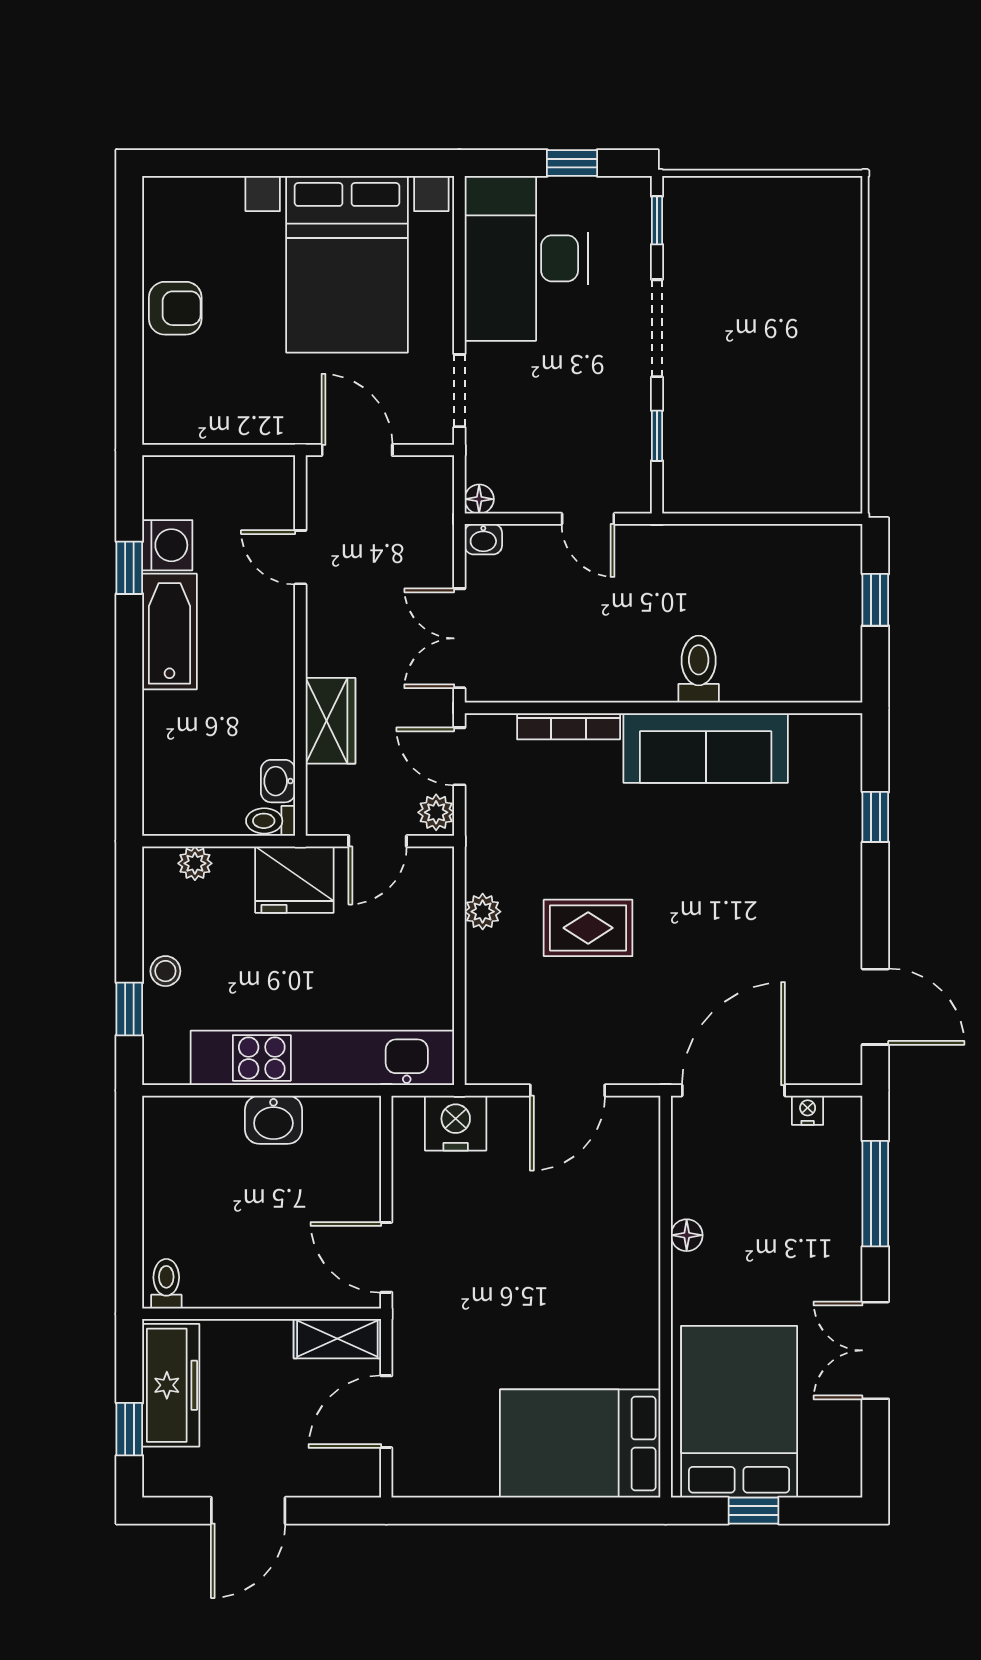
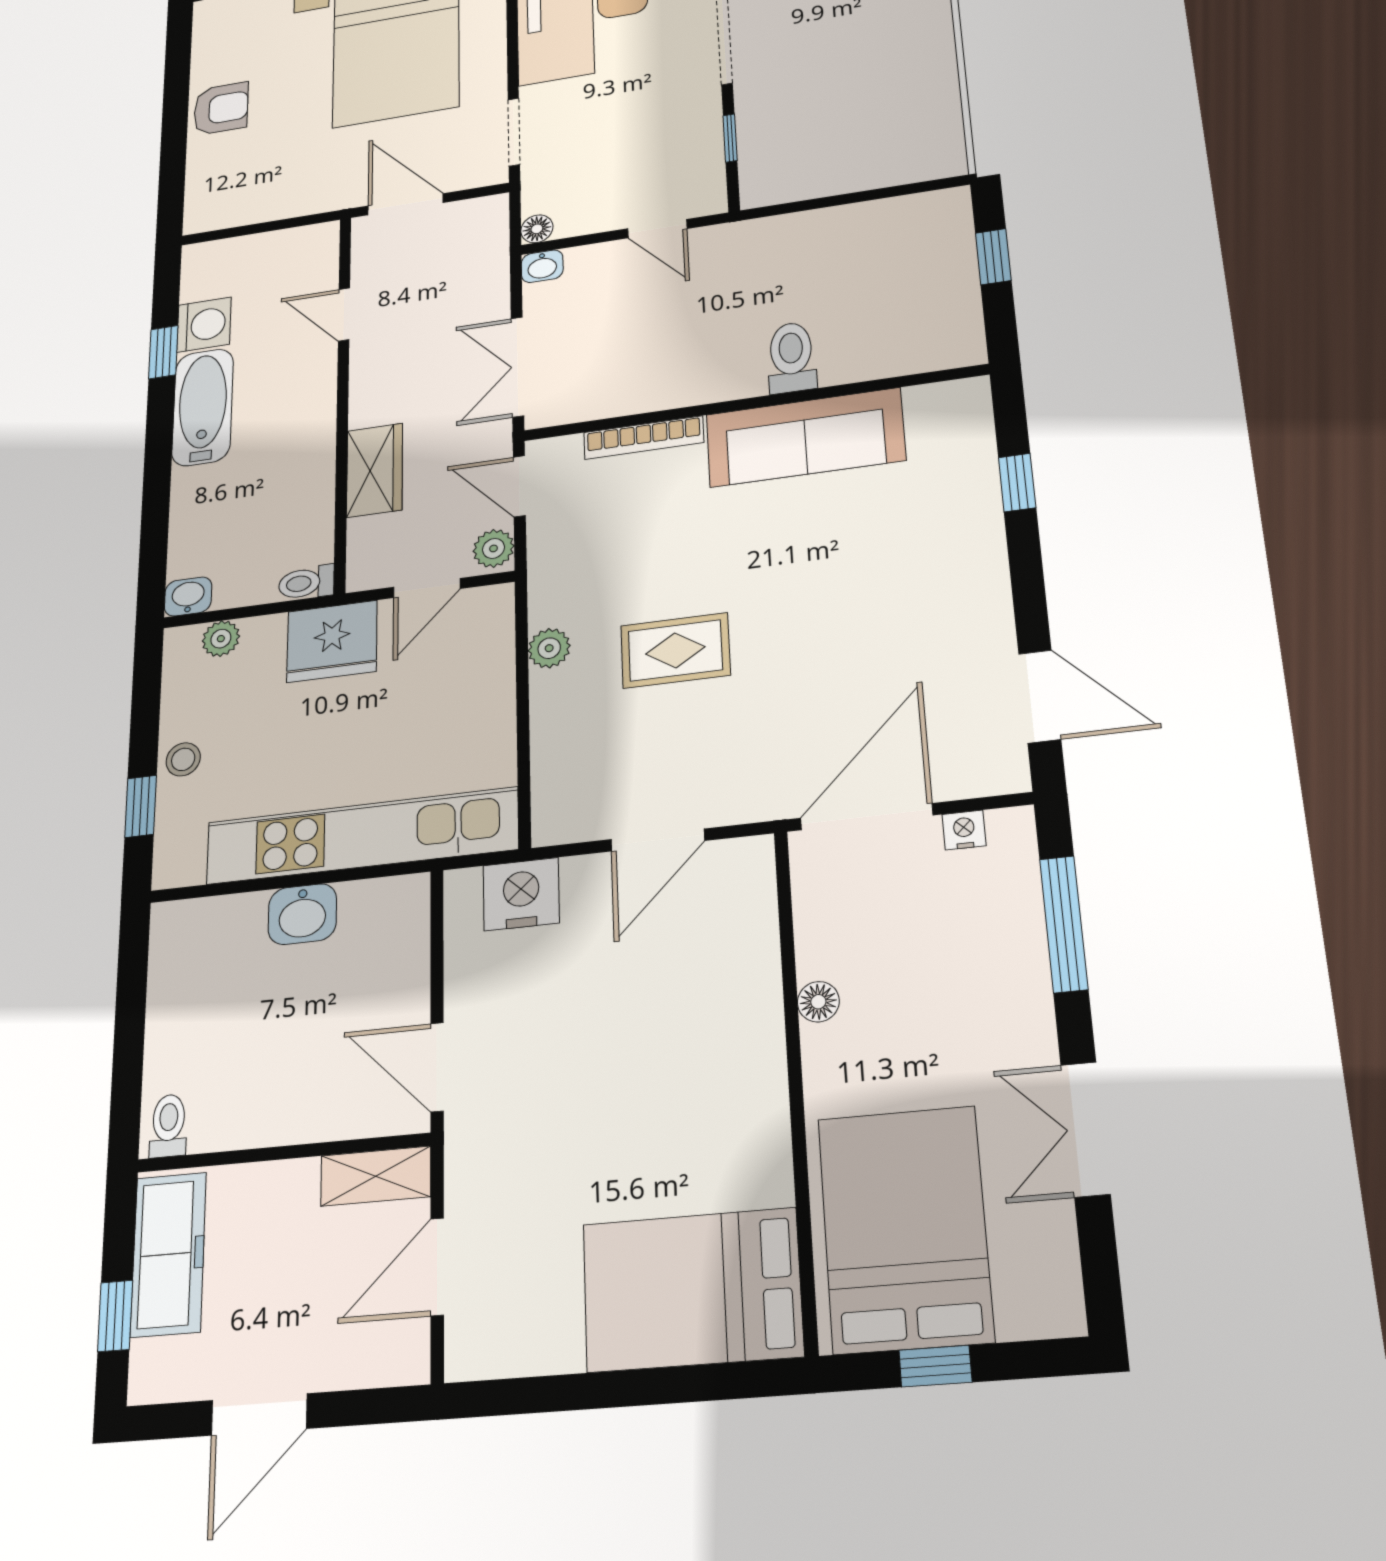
washbasin: (278, 781) -> (188, 597), moved, turned 90

